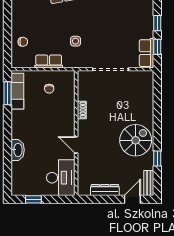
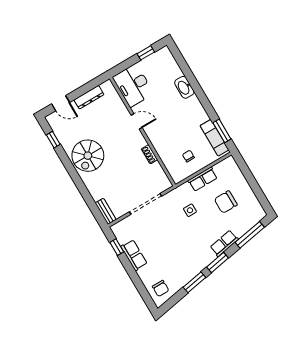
window: (157, 23) -> (129, 267), removed
chair: (23, 42) -> (226, 202), moved, width x1.87, depth x1.87
row of seats: (147, 53) -> (134, 255), moved
window: (157, 159) -> (53, 140), moved
bench: (149, 183) -> (106, 211), moved
door: (132, 199) -> (61, 103), hinge flipped

